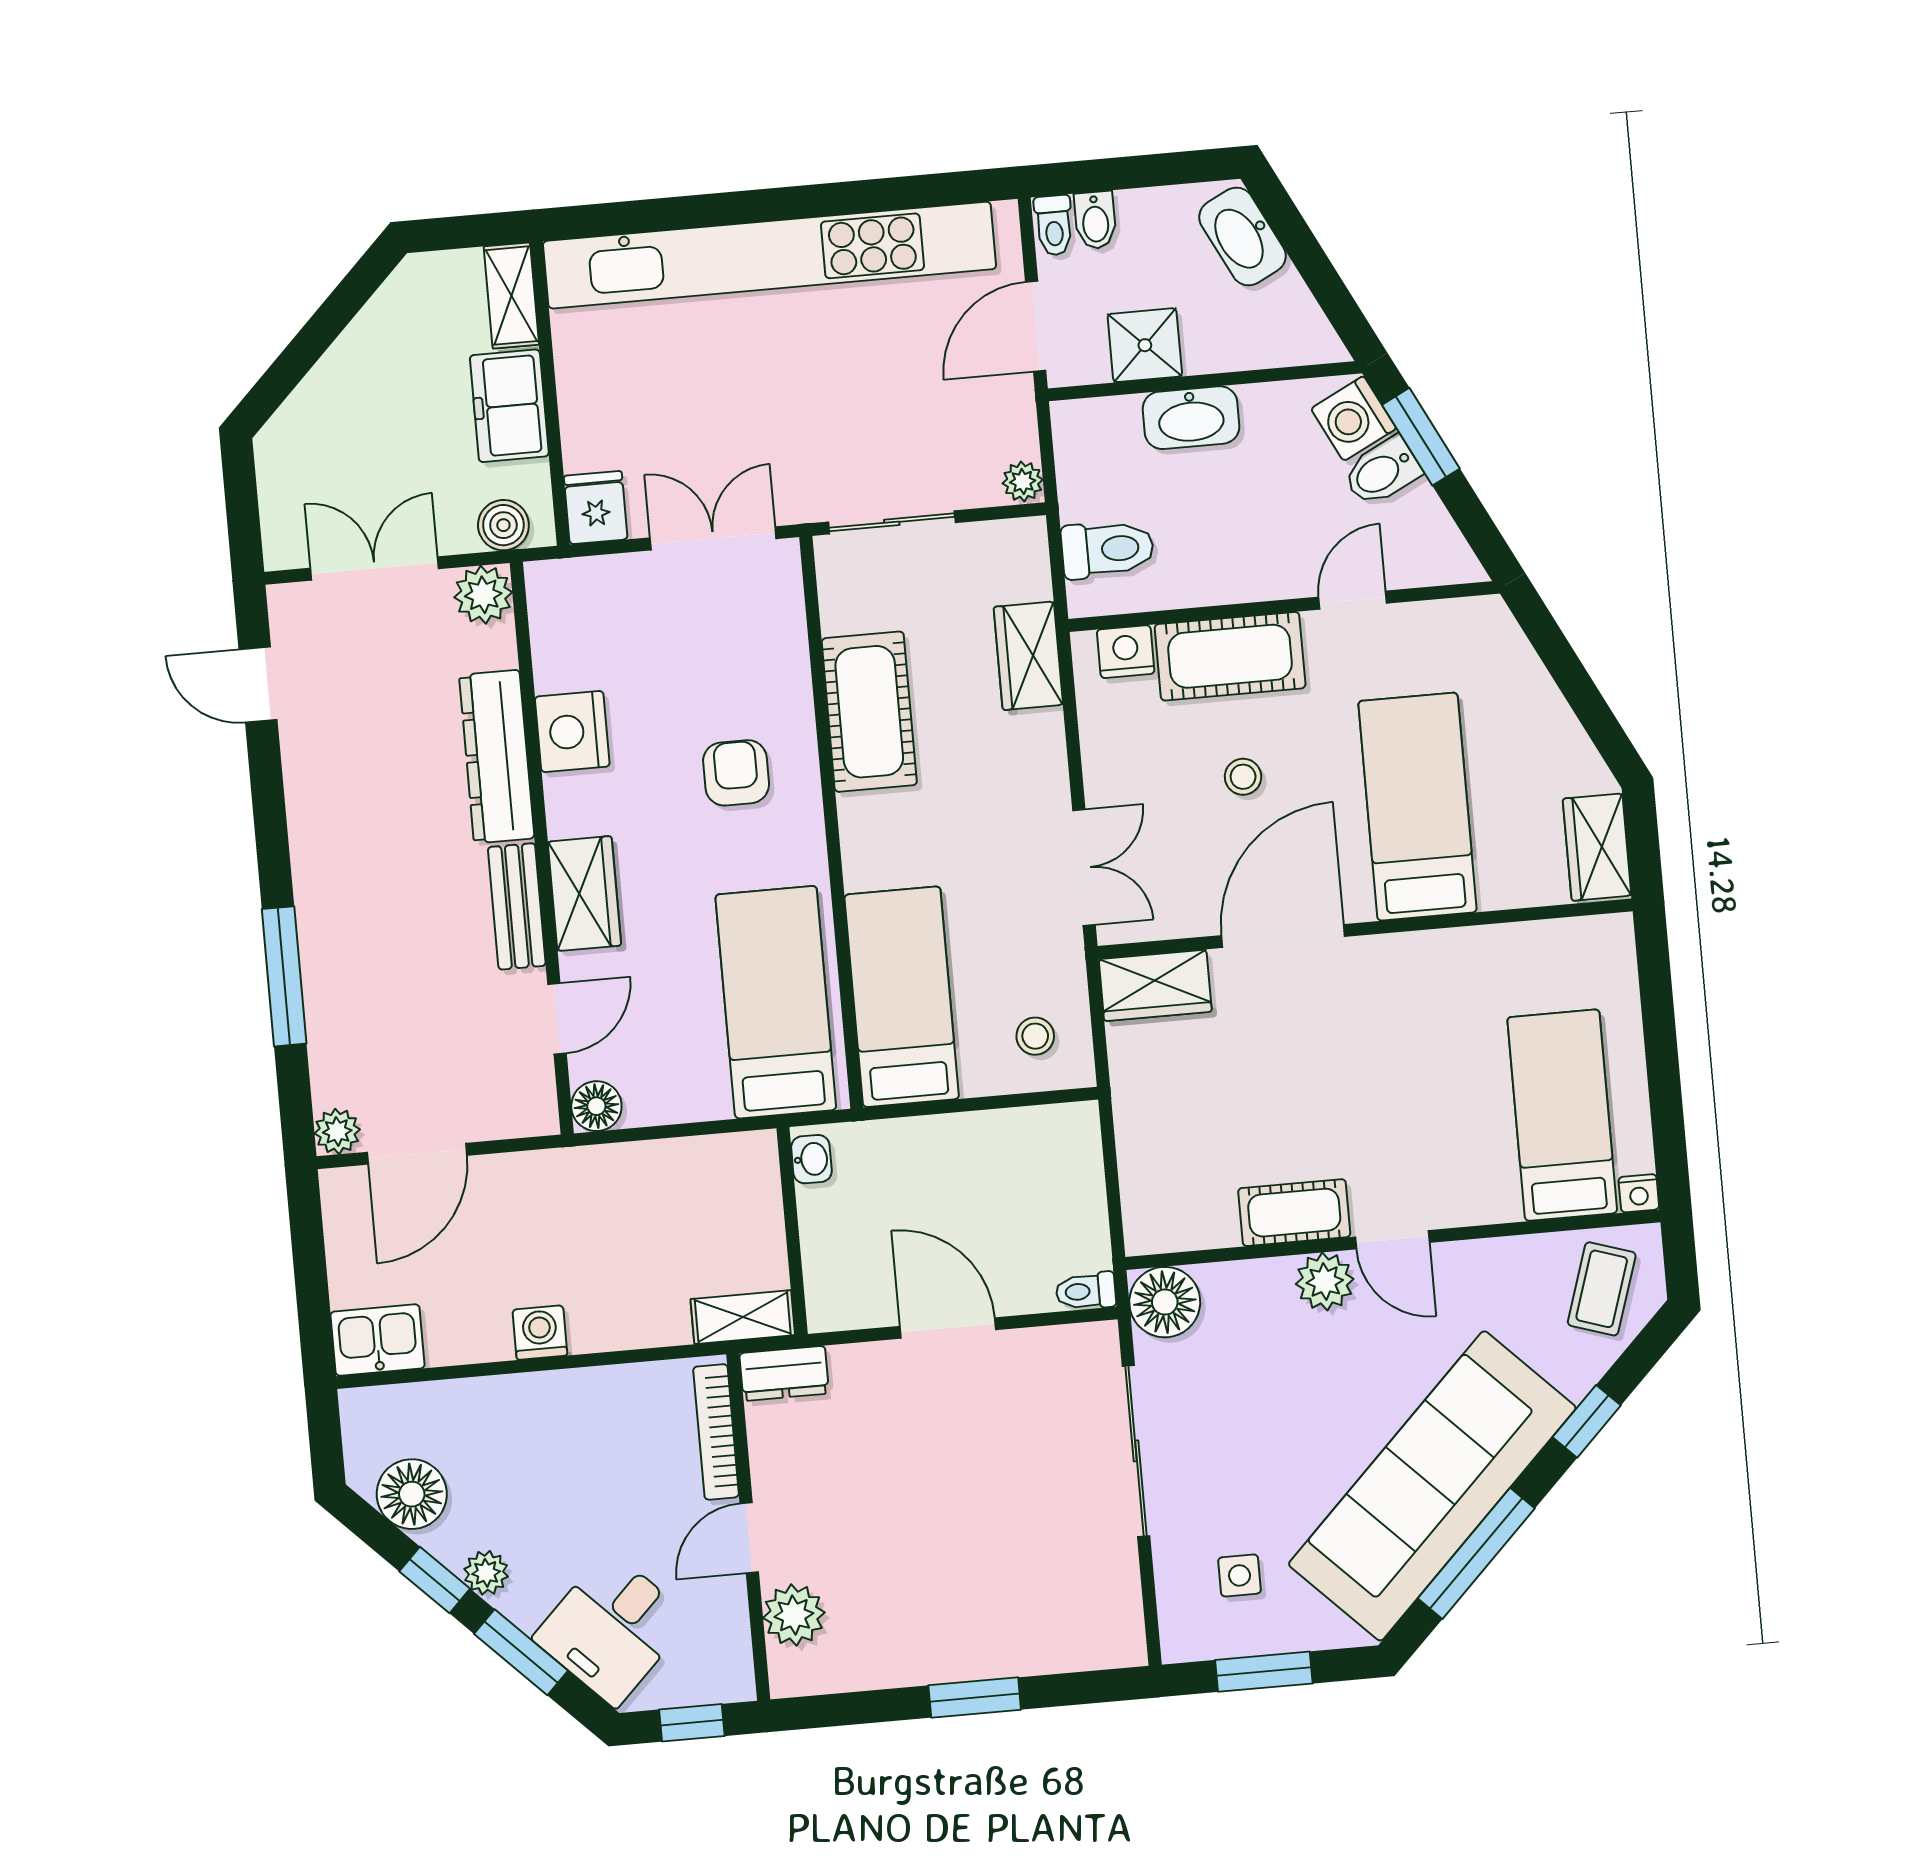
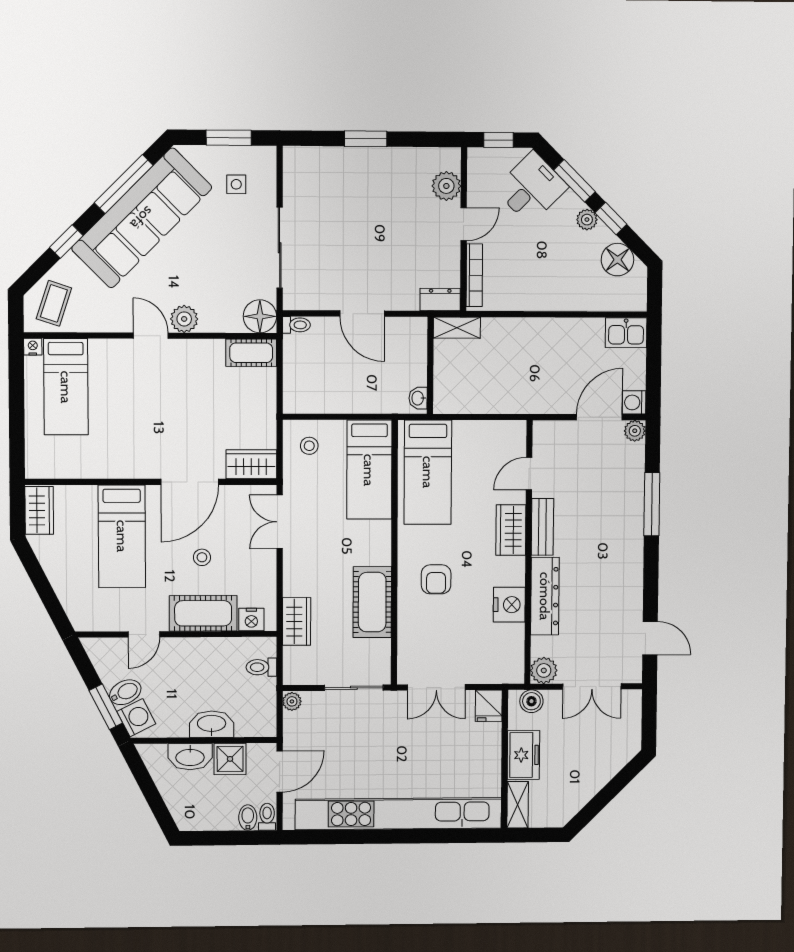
washbasin: (1242, 236) -> (190, 757), moved, turned 117
toilet: (1108, 549) -> (261, 667), width x0.73, depth x0.72
floor lamp: (596, 1106) -> (515, 432), removed
cot: (1294, 1213) -> (251, 353), moved
washing machine: (540, 1333) -> (634, 402), moved, turned 90

